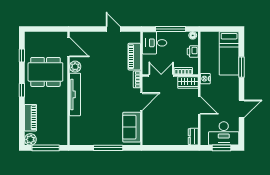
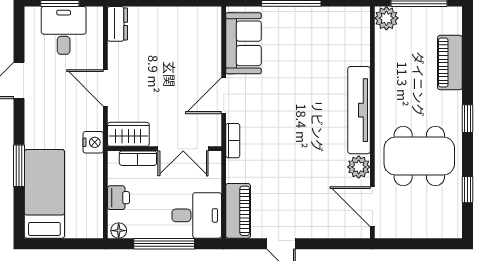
piano: (134, 57) -> (238, 211), moved
desk: (224, 133) -> (64, 30), width x0.73
plant: (30, 139) -> (386, 18), moved

